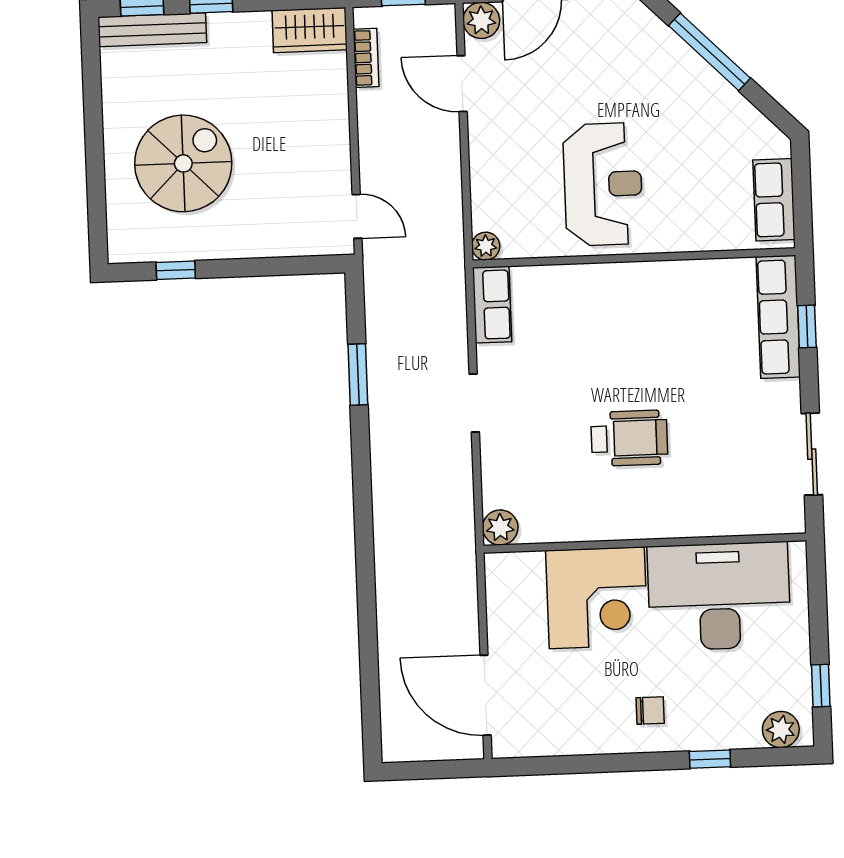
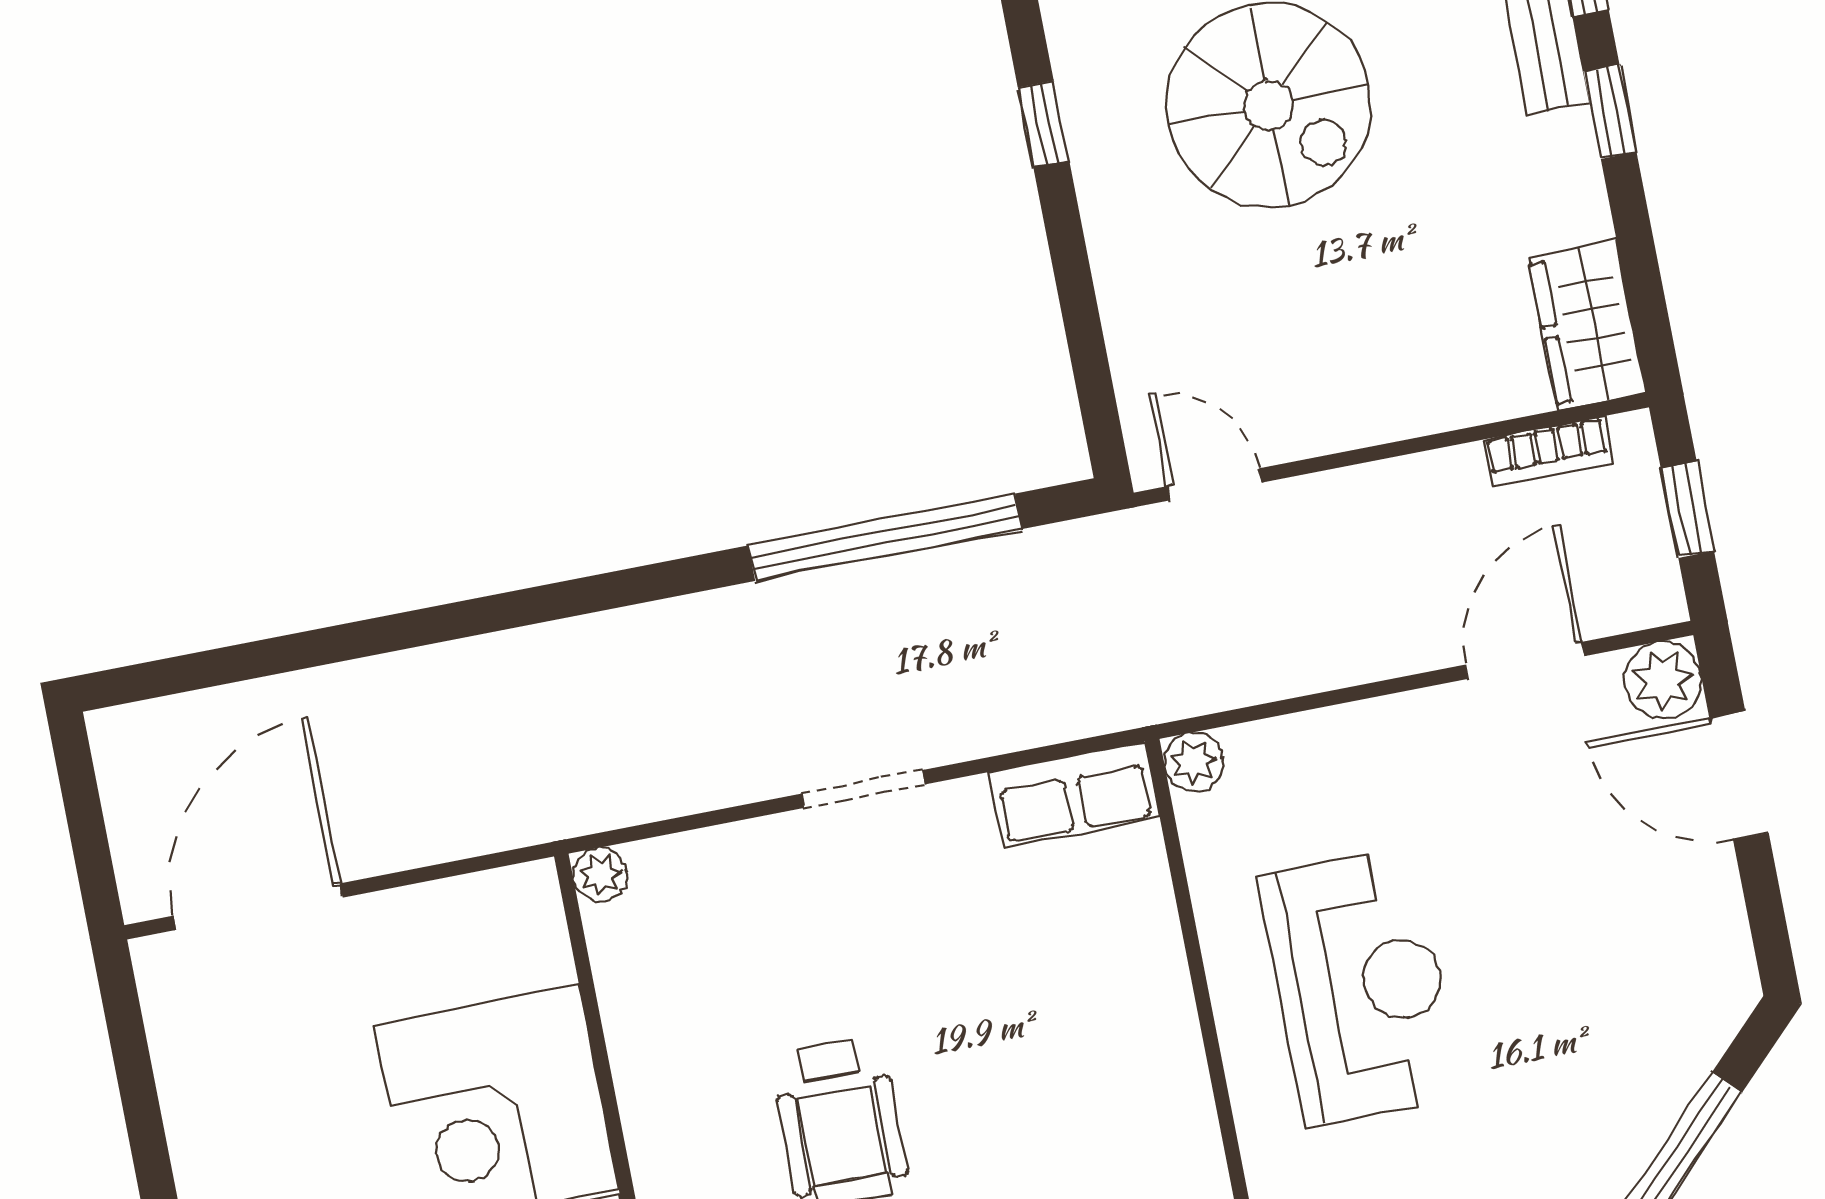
reception desk: (603, 184) -> (1361, 987), turned -90
door: (357, 216) -> (1214, 484), swing flipped
window: (358, 375) -> (885, 537), width x2.11
plant: (500, 528) -> (600, 875), width x0.73, depth x0.73

